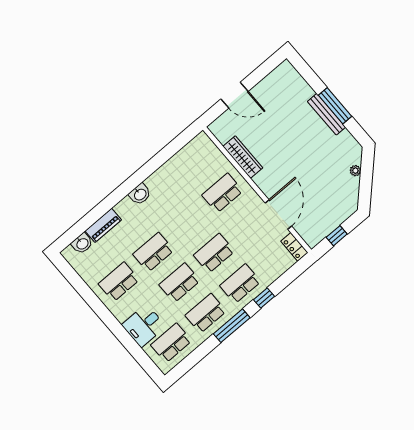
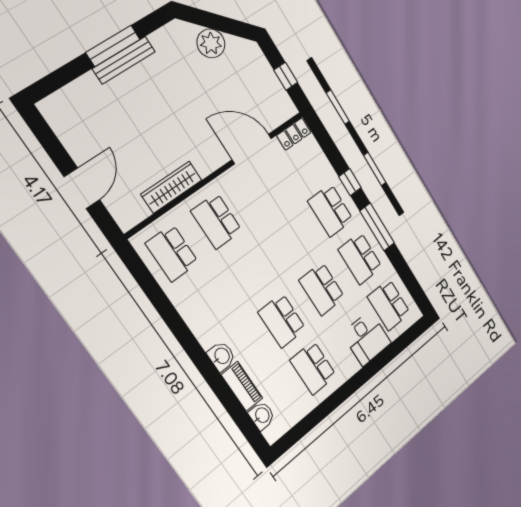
plant: (355, 171) -> (211, 43), width x1.88, depth x1.88
washbasin: (140, 194) -> (222, 356), moved
school desk: (214, 253) -> (172, 253), moved

